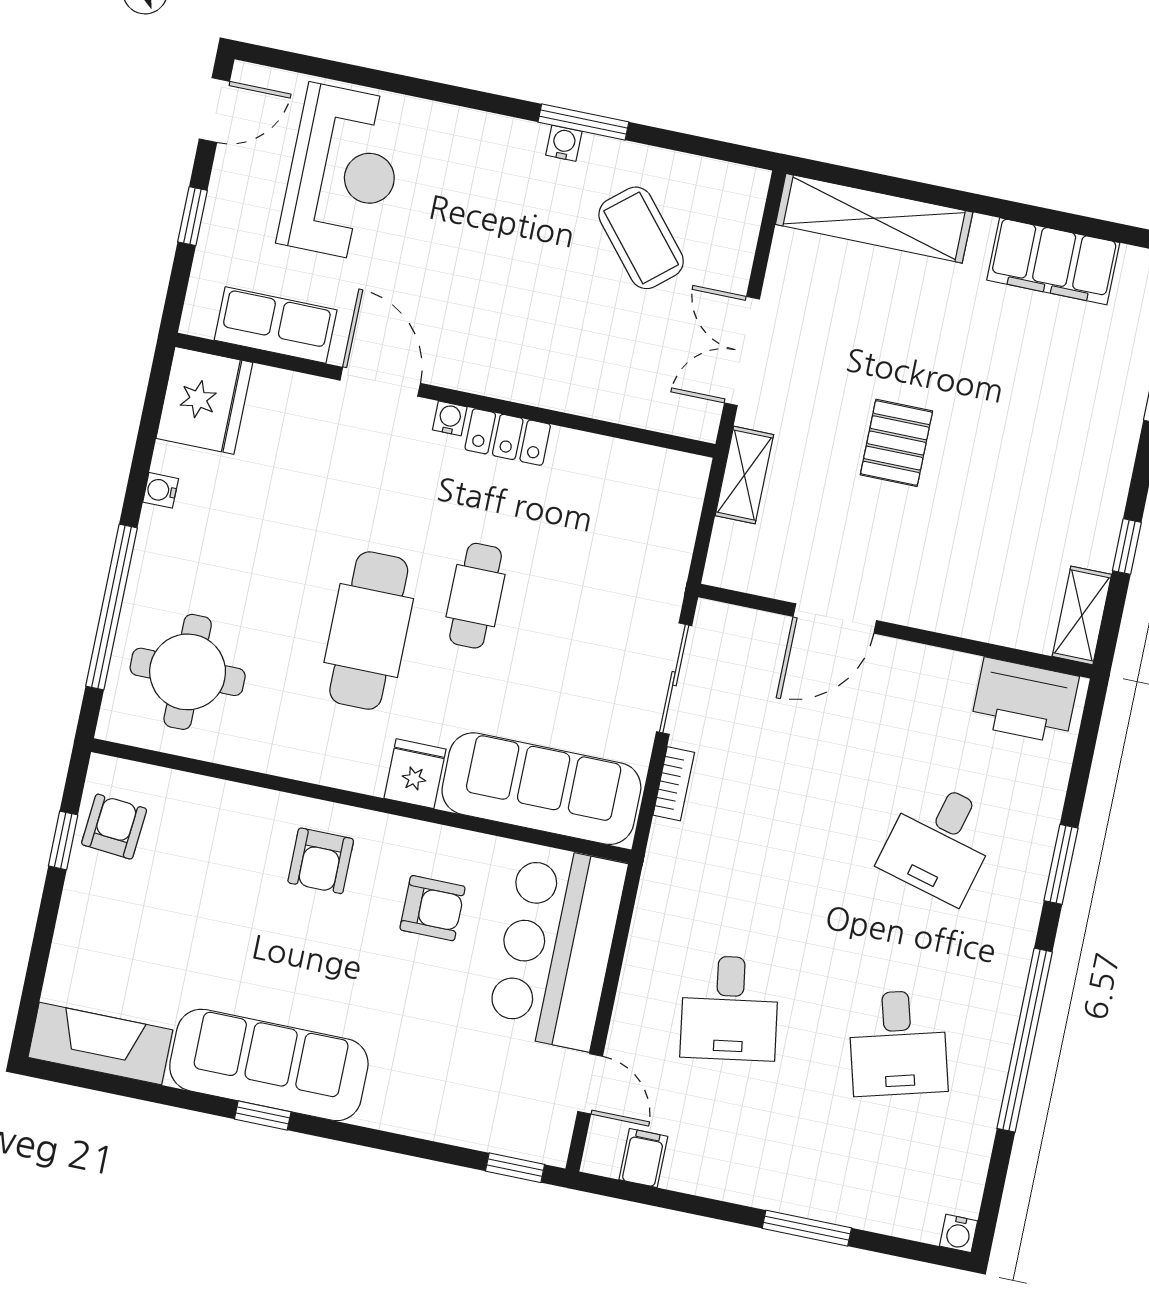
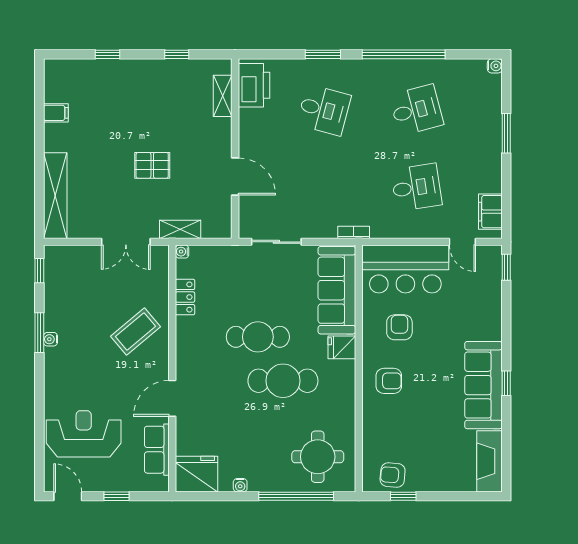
window: (718, 150) -> (39, 271), added
coffee table: (641, 238) -> (135, 331), moved
filing cabinet: (1053, 261) -> (56, 113), width x0.33, depth x0.86
water cooler: (450, 418) -> (182, 252), moved
locker: (508, 437) -> (185, 297), moved
cafe table: (476, 596) -> (258, 337), width x1.37, depth x1.35
shelving: (1082, 615) -> (223, 96), moved, turned 90
bookcase: (674, 784) -> (354, 232), moved
door: (590, 1084) -> (462, 242), swing flipped
filing cabinet: (643, 1158) -> (490, 212), width x2.00

